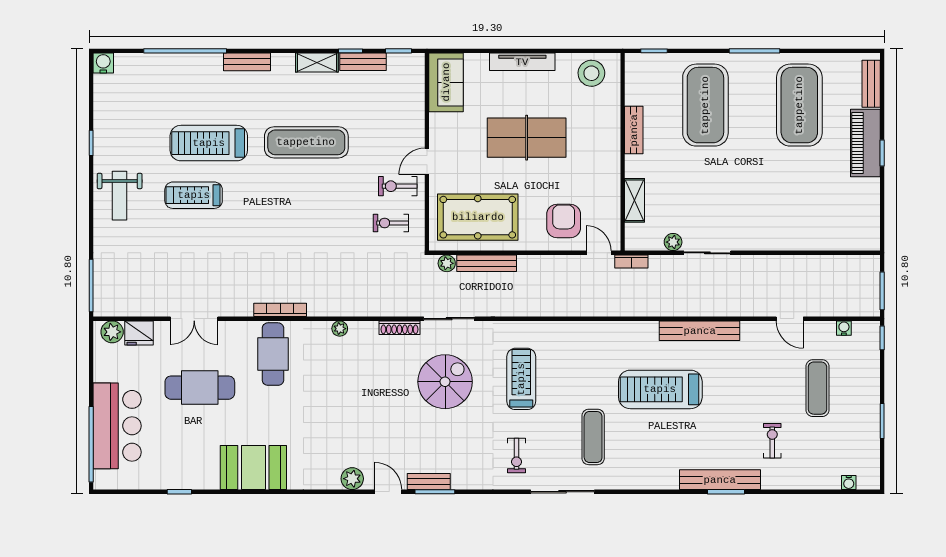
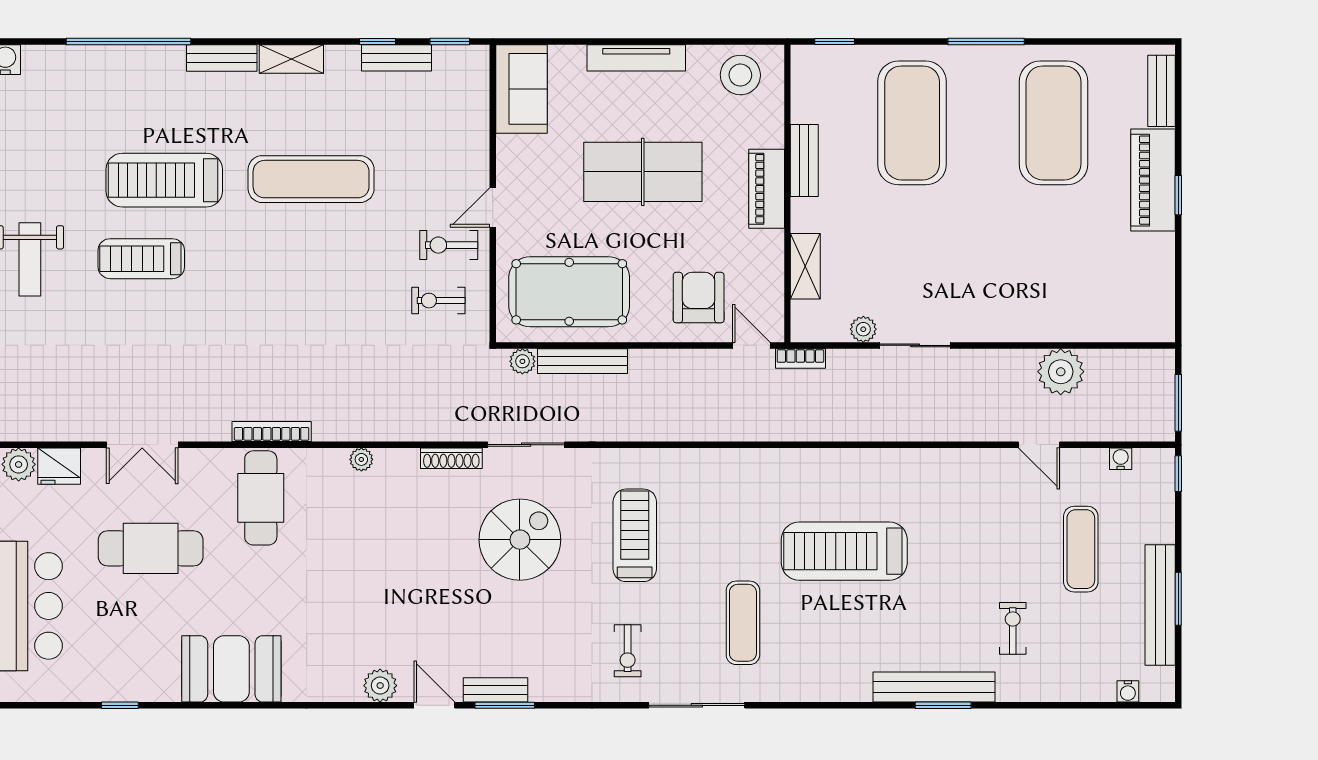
shelving: (317, 63) -> (291, 59), moved
piano: (609, 149) -> (767, 189), added
plant: (804, 270) -> (1061, 372), added
bench: (700, 331) -> (1160, 605), moved, turned 90

